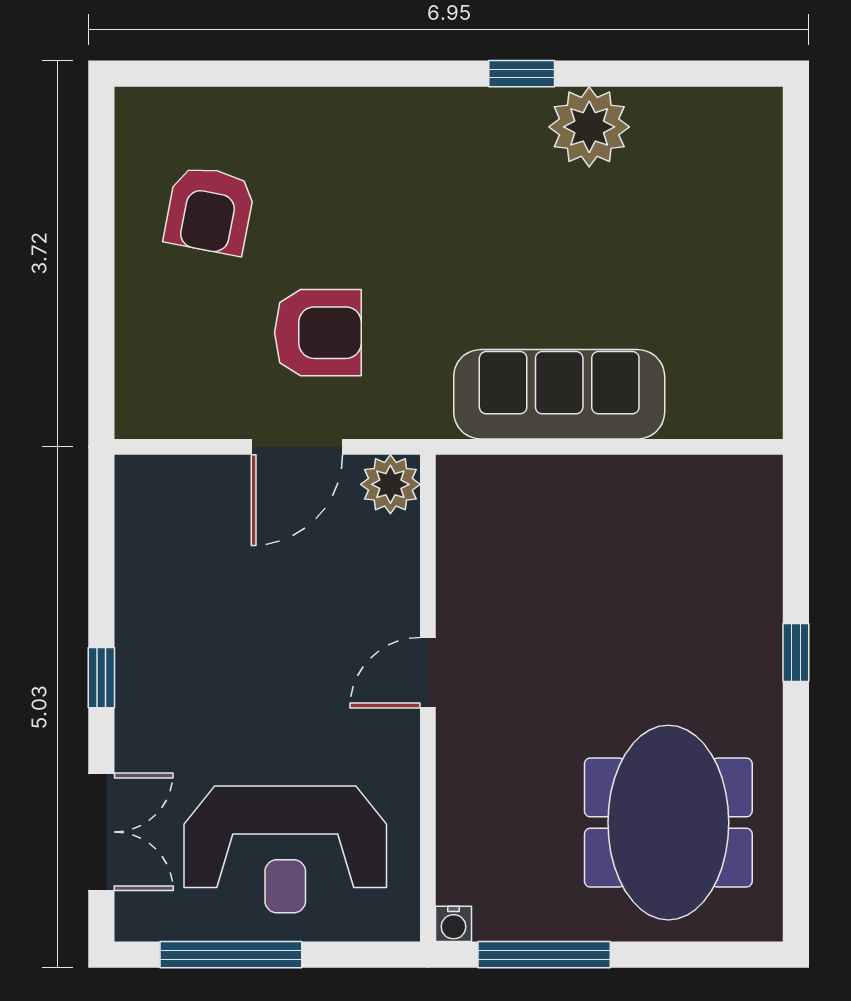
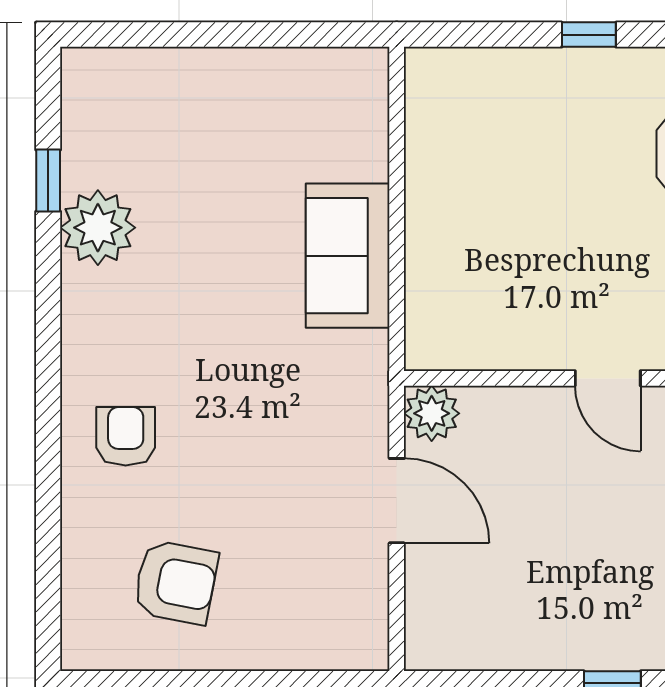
window: (522, 74) -> (48, 181), moved
armchair: (318, 333) -> (126, 436), moved, width x0.72, depth x0.72
sofa: (559, 394) -> (348, 256), width x0.73

